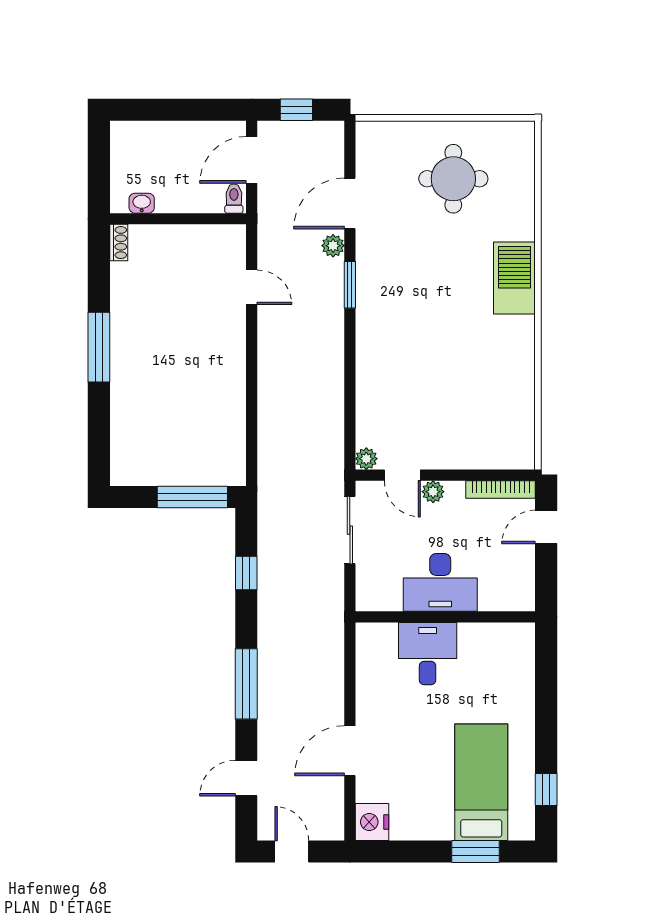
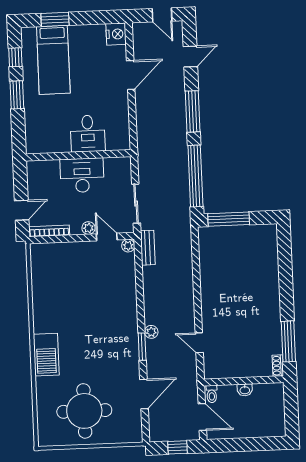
door: (252, 160) -> (202, 417), hinge flipped
round table: (453, 179) -> (84, 411), width x1.36, depth x1.36
washbasin: (142, 203) -> (245, 390), moved
plant: (333, 246) -> (151, 332), moved
window: (99, 347) -> (288, 341), moved
bench: (333, 454) -> (148, 248), added
window: (246, 573) -> (195, 176), width x3.17
window: (546, 725) -> (17, 95), added

